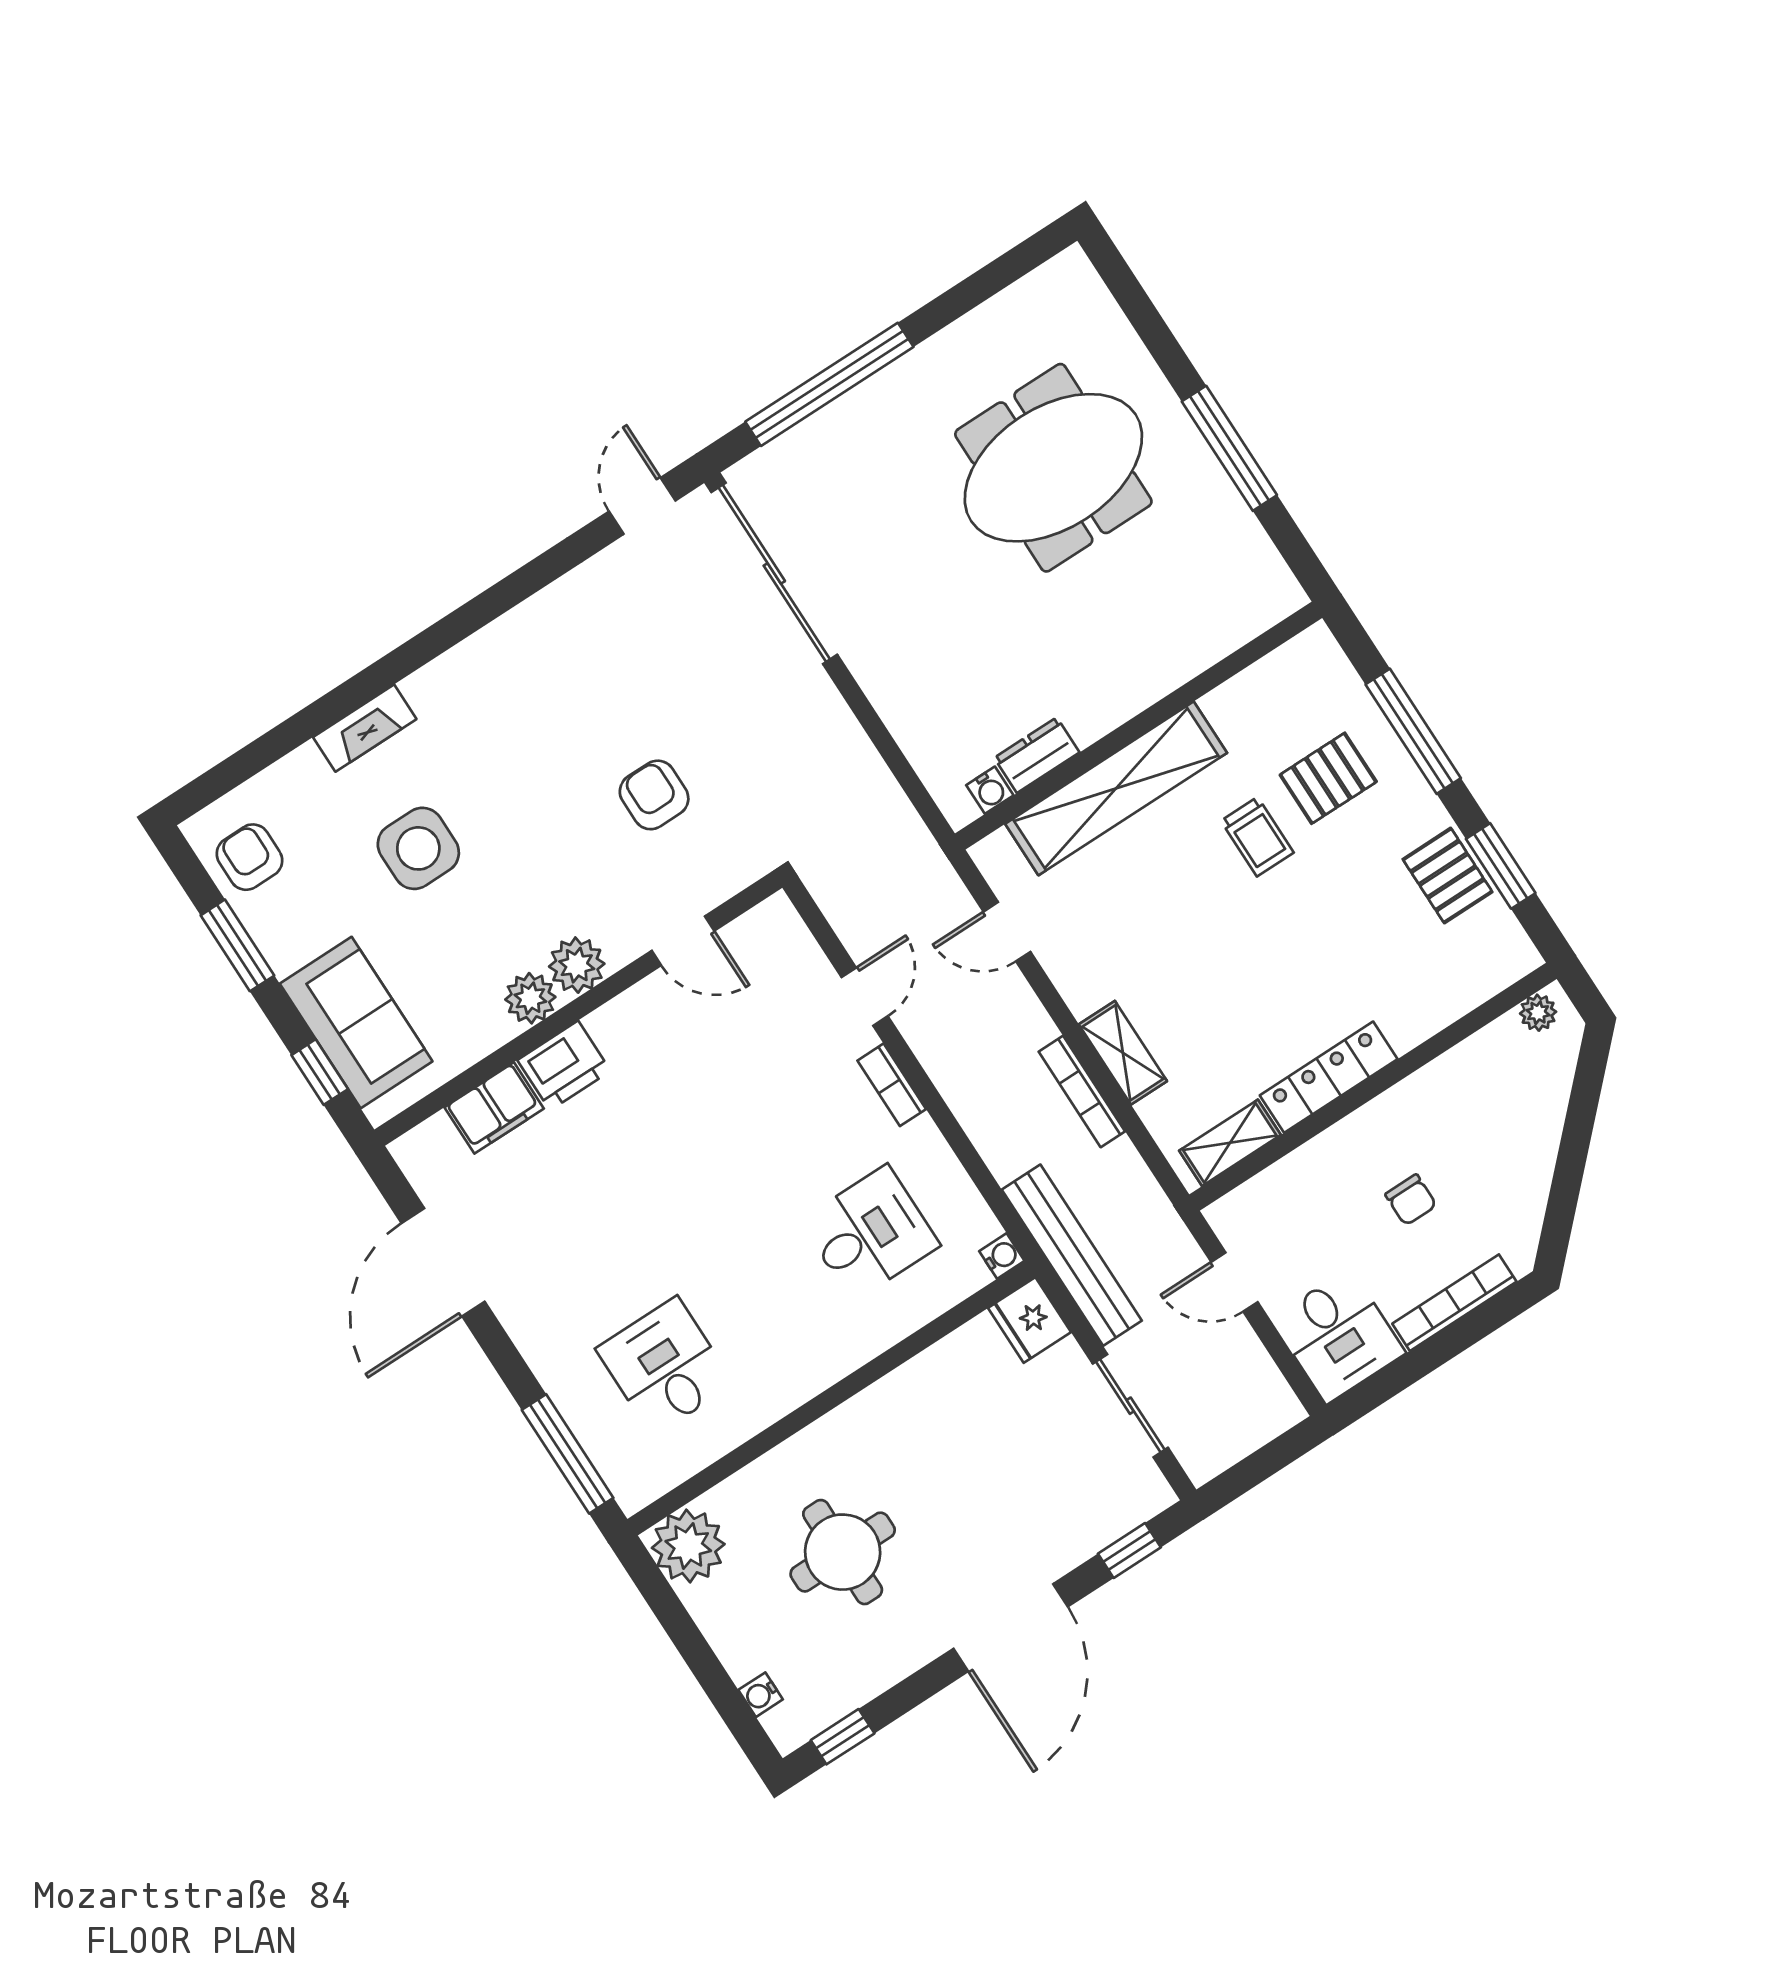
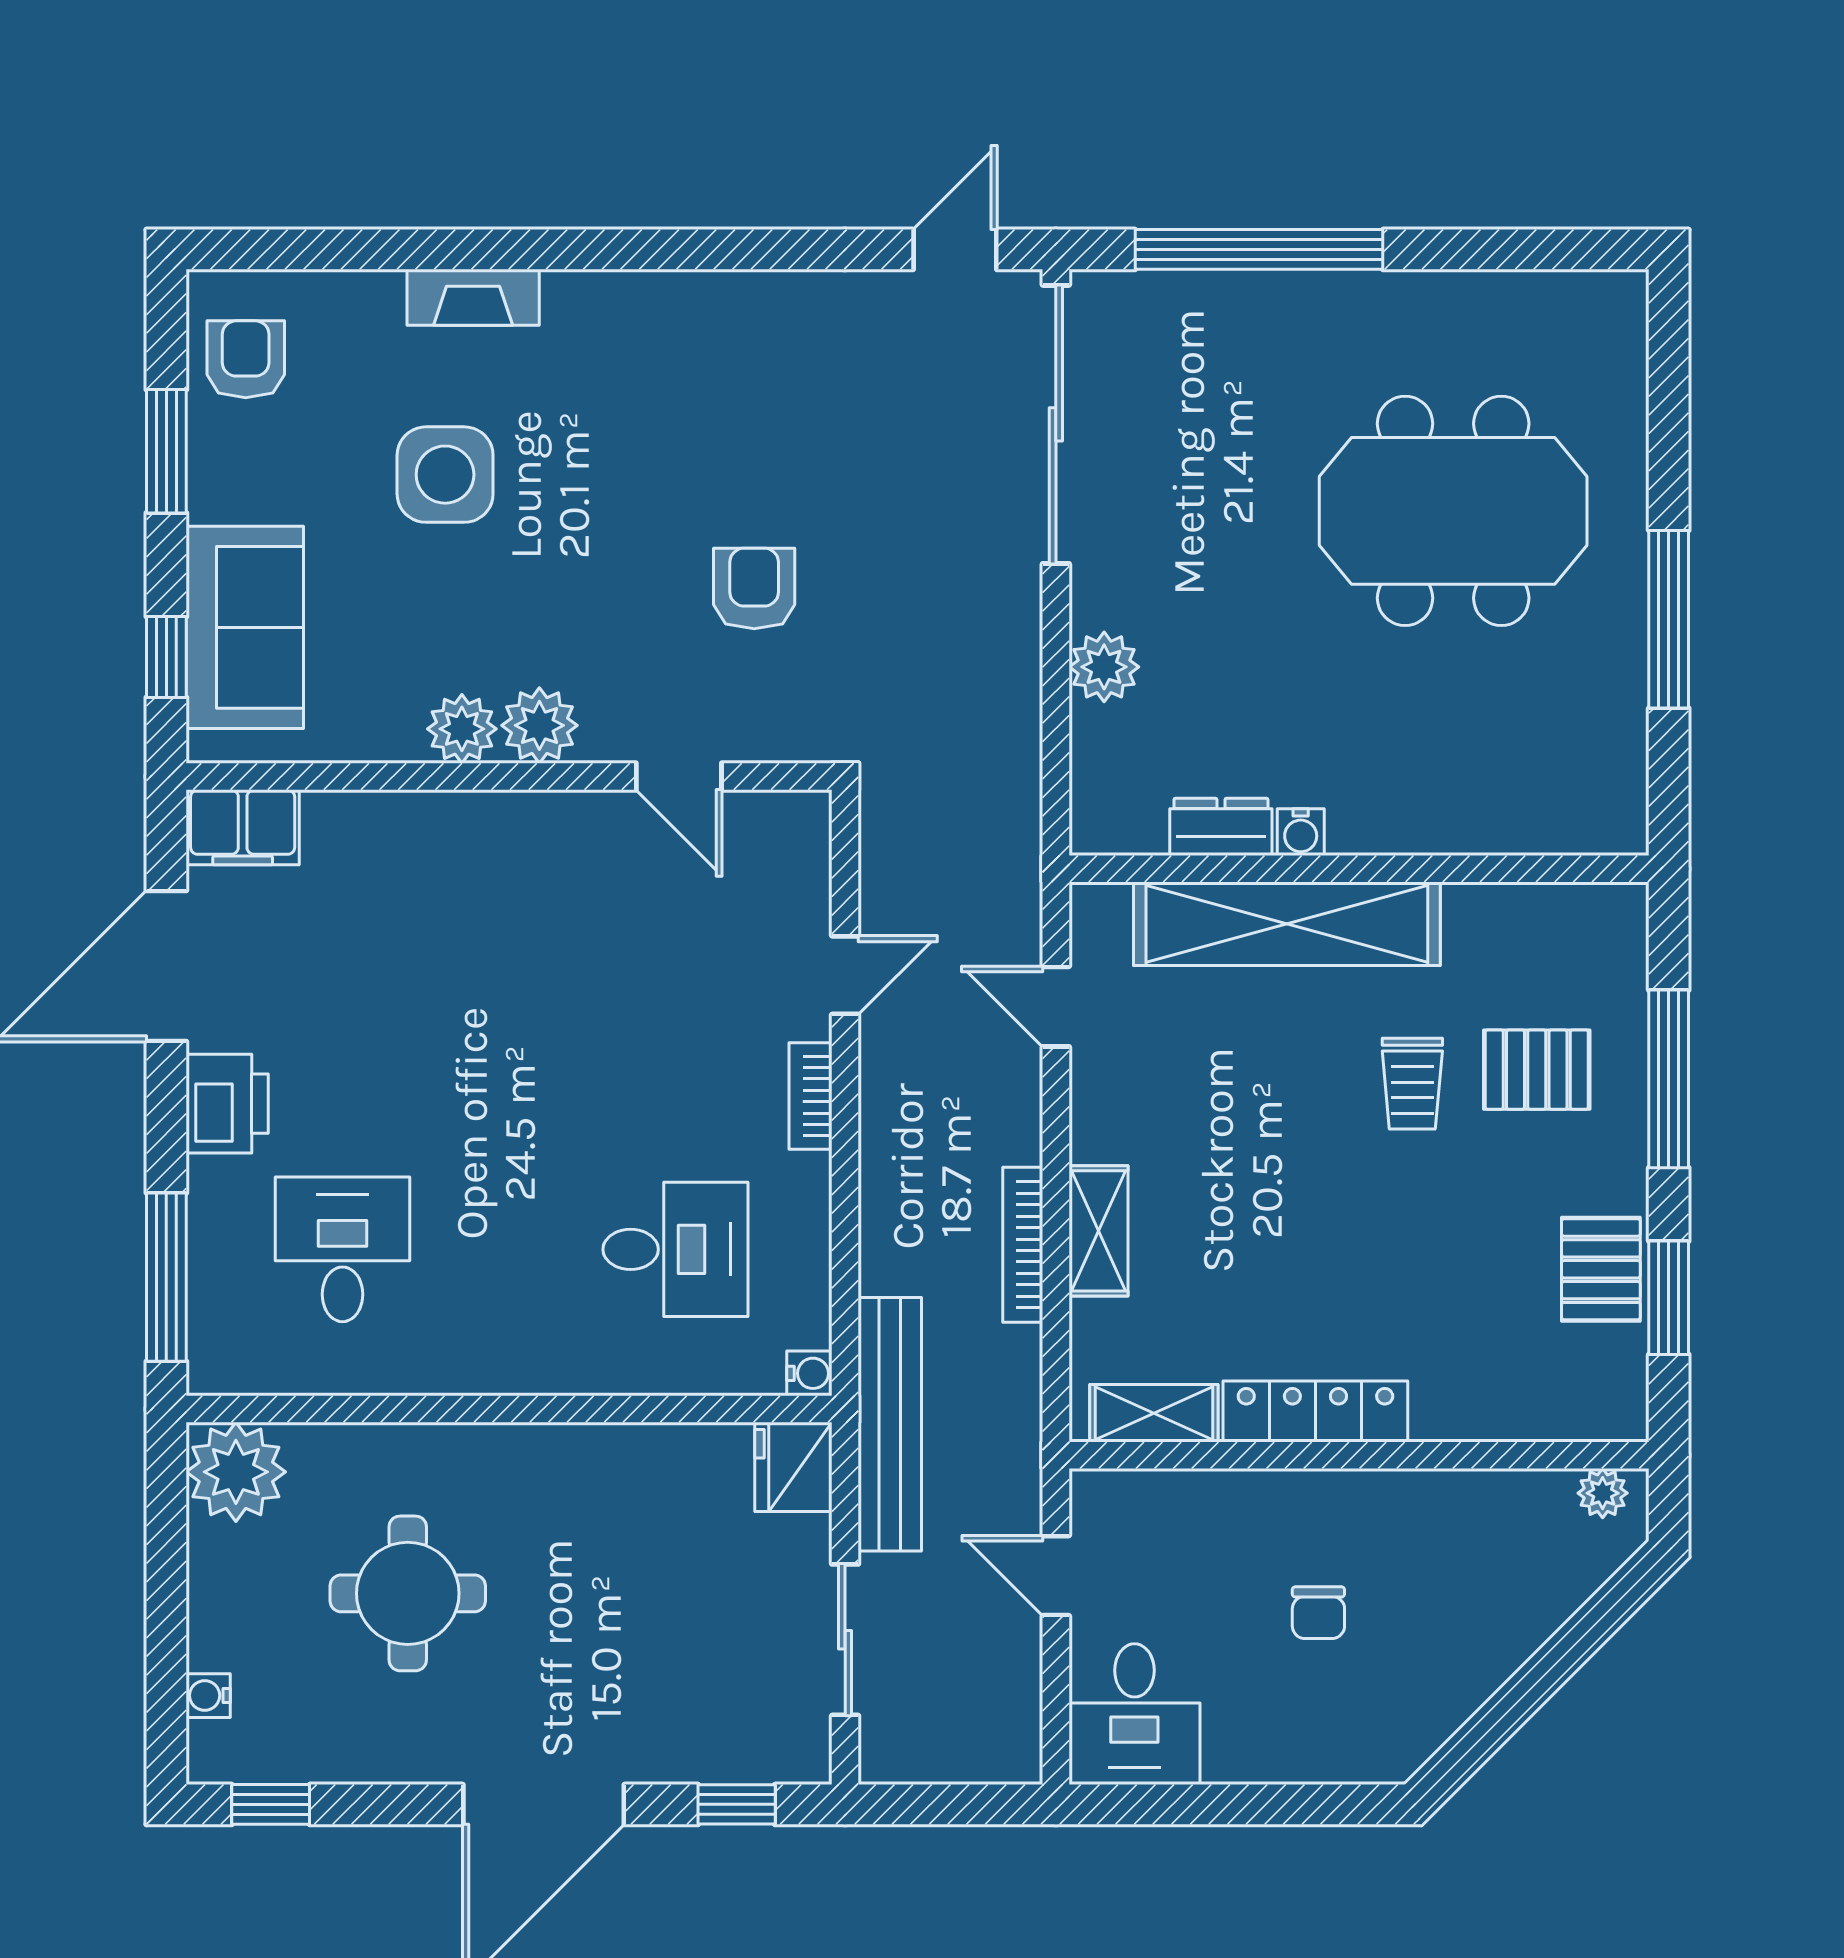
plant: (901, 703) -> (1104, 667), added
water cooler: (990, 790) -> (1301, 832), moved
printer: (564, 1065) -> (227, 1104), moved, turned -90
filing cabinet: (494, 1108) -> (243, 827), moved
bookcase: (1454, 1303) -> (1292, 1762), removed

